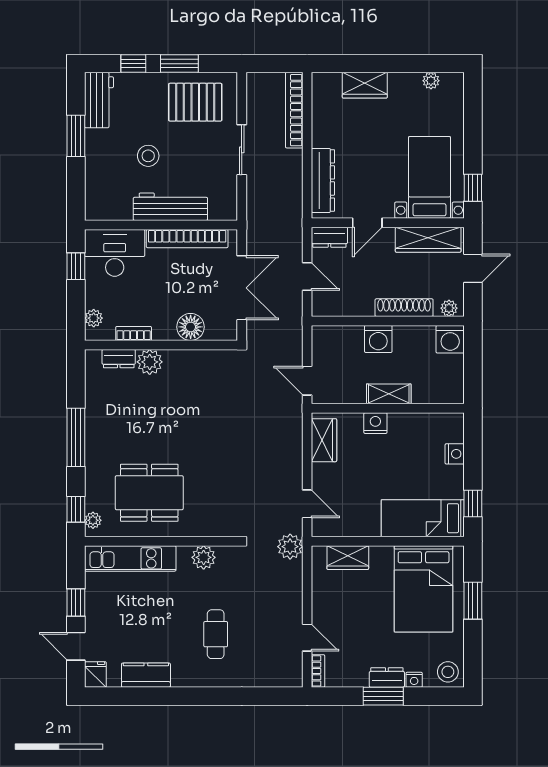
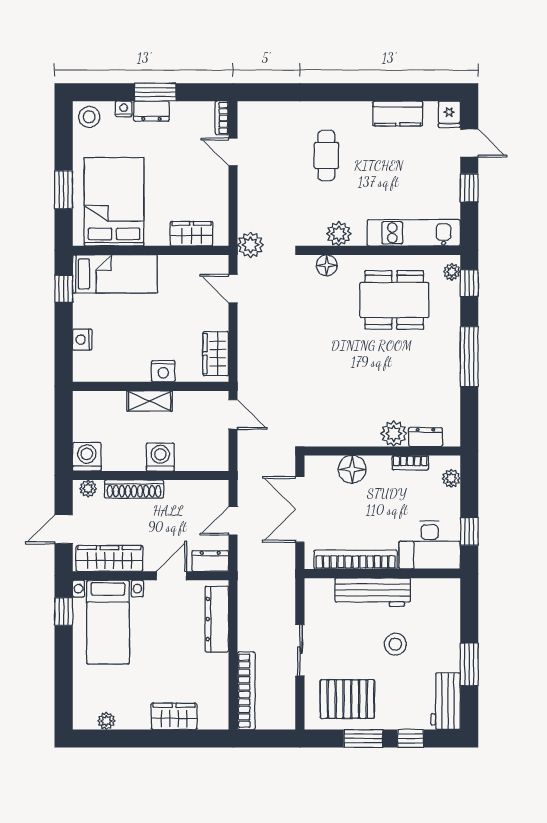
door: (307, 276) -> (233, 521), hinge flipped
floor lamp: (215, 527) -> (327, 265), added

